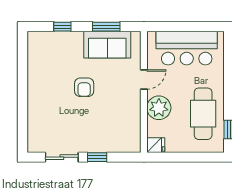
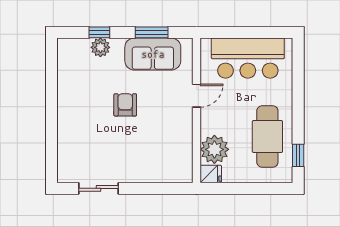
plant: (63, 39) -> (100, 47), added
armchair: (84, 87) -> (125, 105), turned 180
plant: (159, 108) -> (214, 149), moved
window: (97, 157) -> (141, 188), removed

